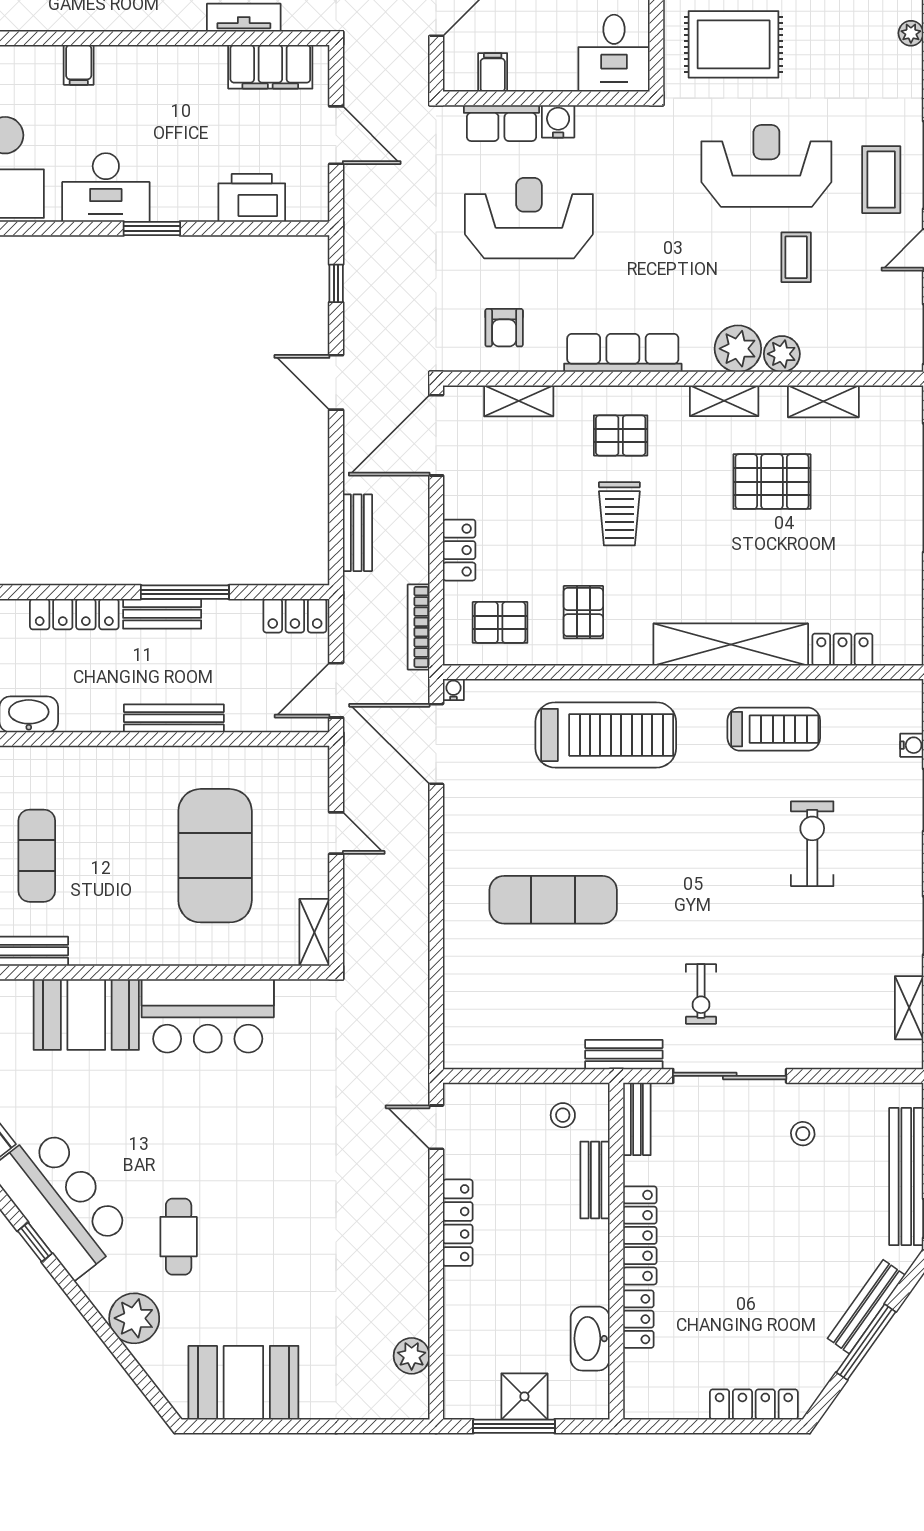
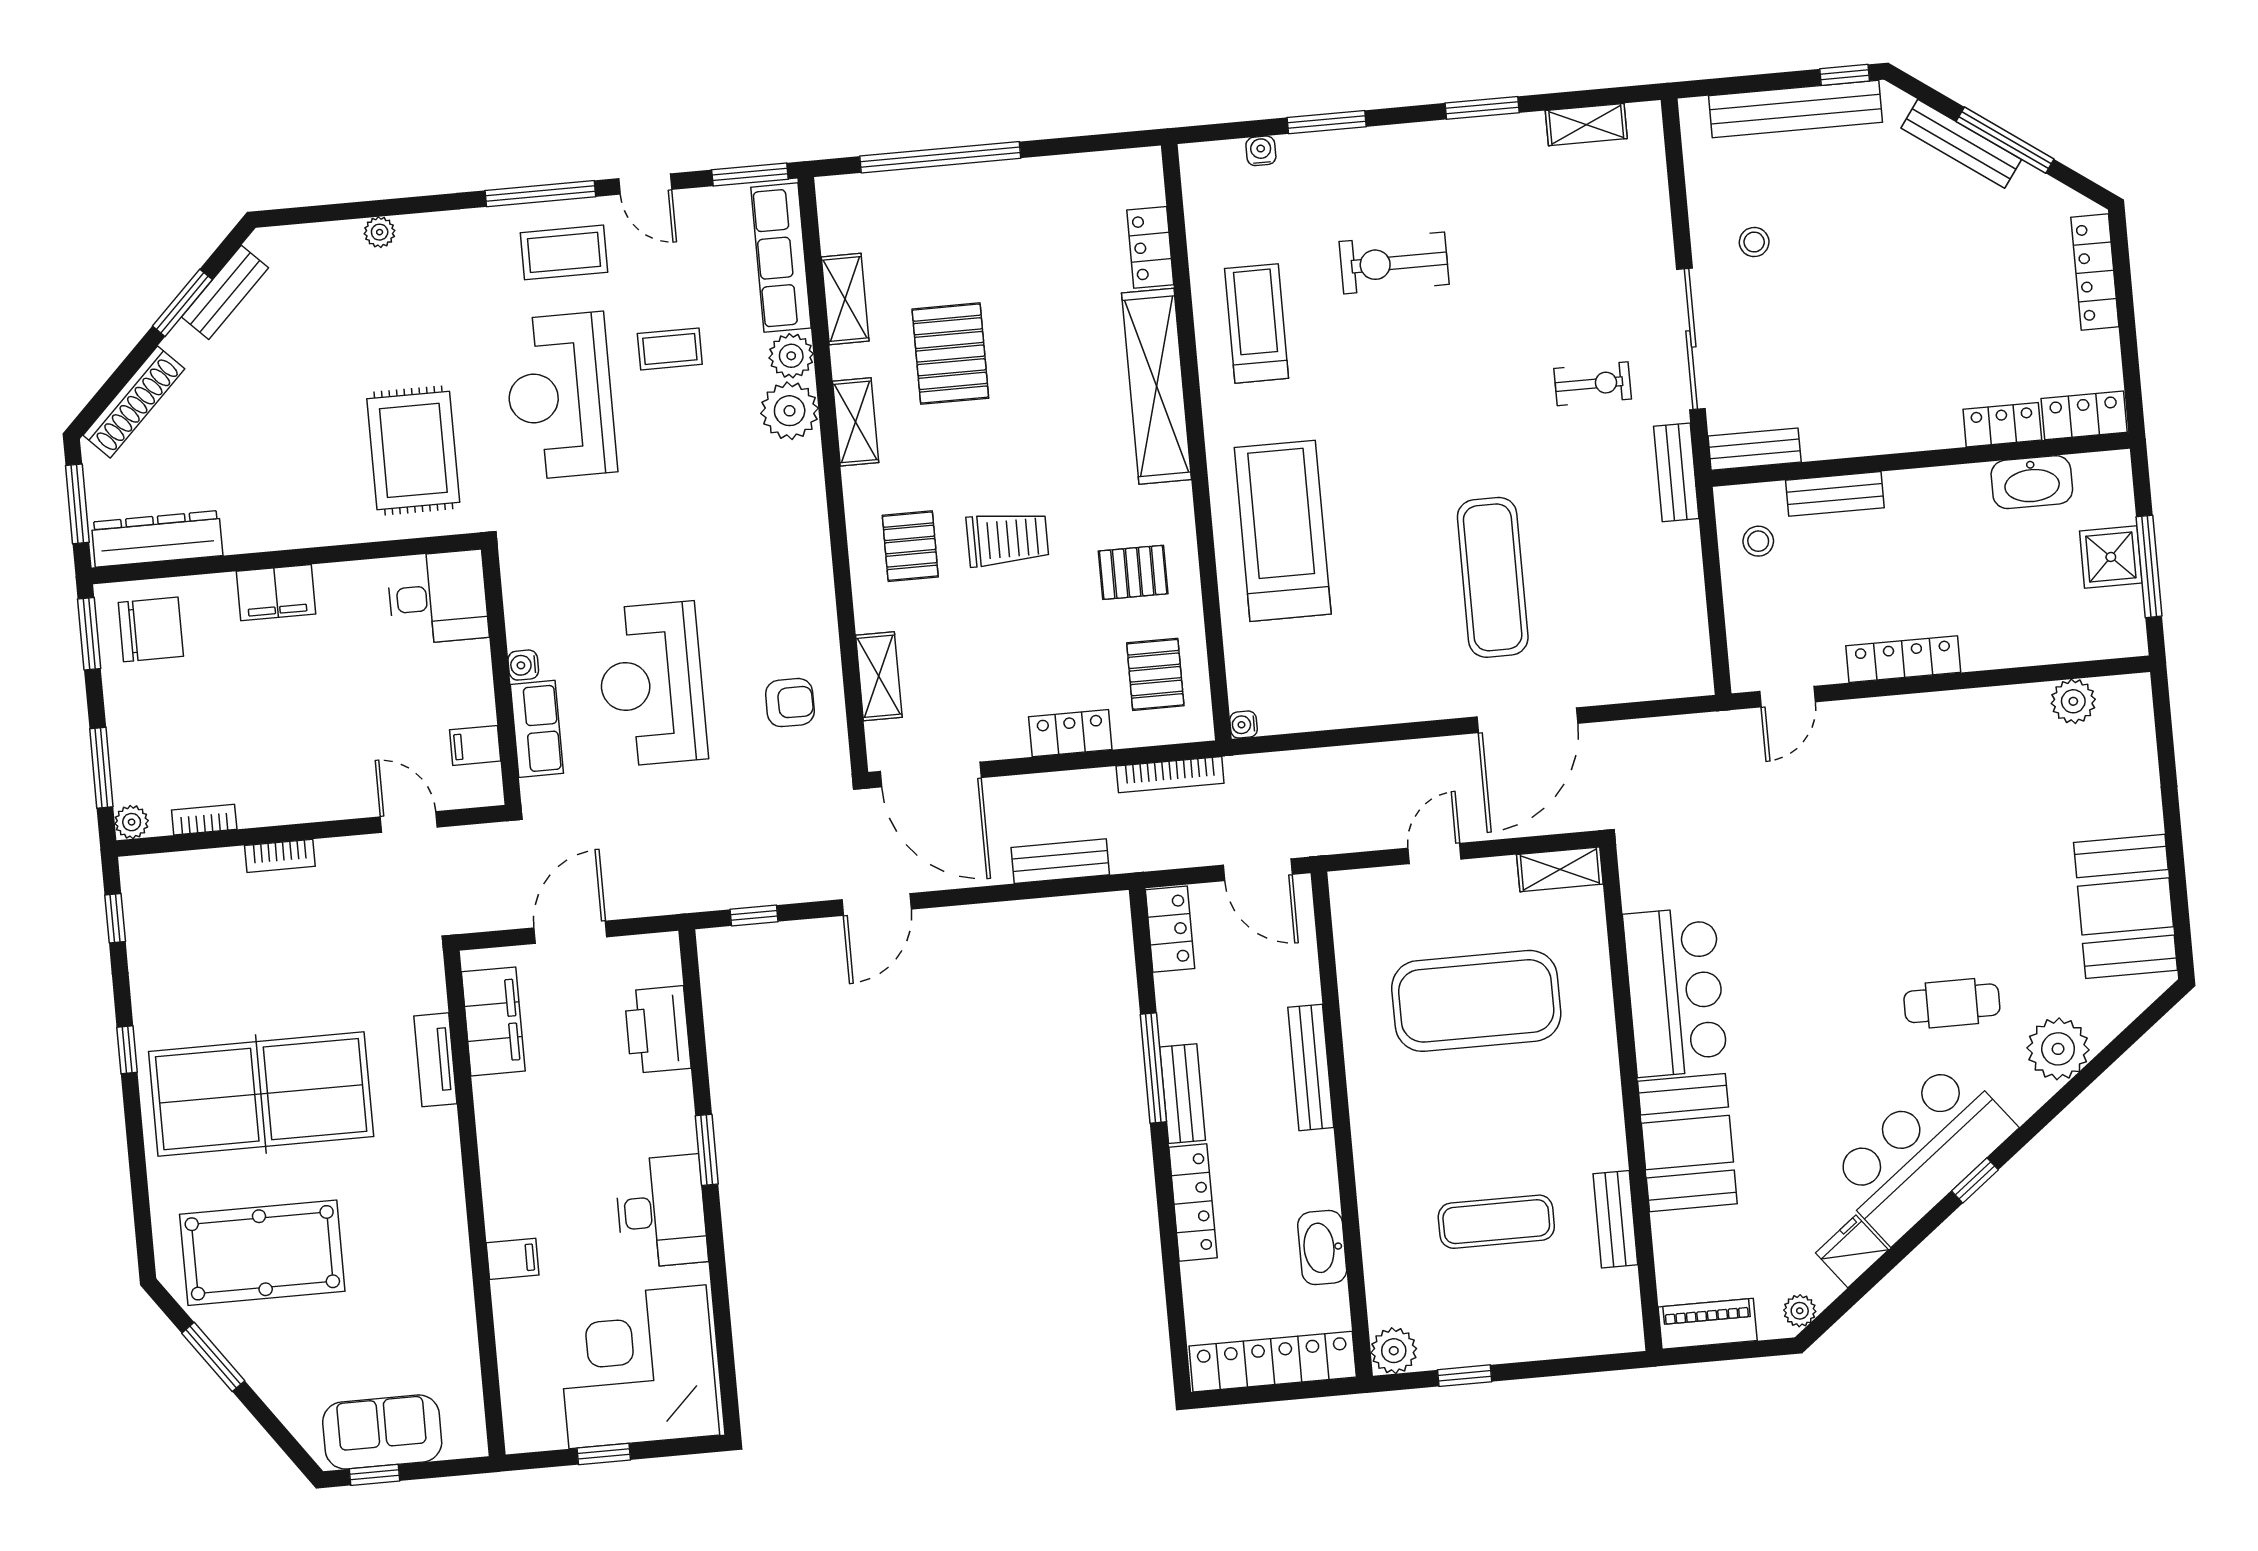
water cooler: (558, 121) -> (523, 665), width x0.72, depth x0.72
row of seats: (623, 353) -> (781, 258), moved
door: (436, 744) -> (1527, 720), moved
locker: (640, 1235) -> (2084, 415), moved, width x0.66

